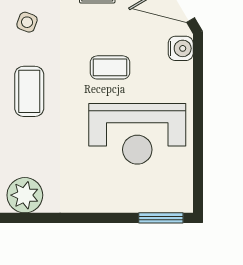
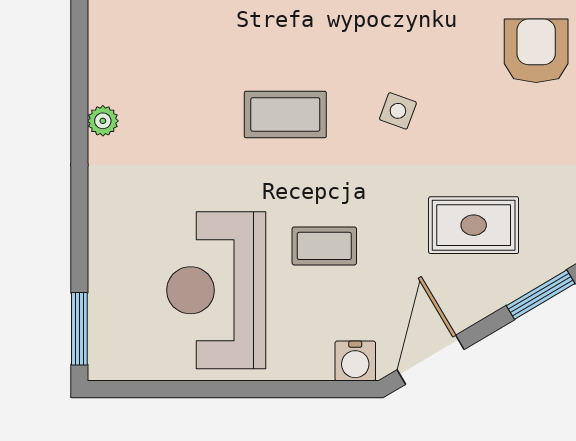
coffee table: (110, 67) -> (324, 246), turned 90
plant: (25, 195) -> (103, 121), width x0.53, depth x0.53

